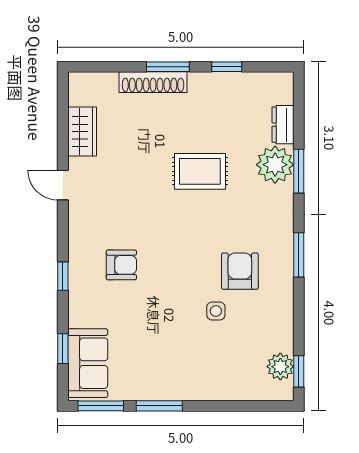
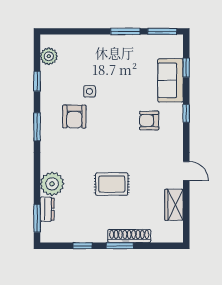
rug: (200, 171) -> (112, 184), moved
window: (299, 171) -> (37, 218), moved
sofa: (88, 363) -> (170, 80), moved
window: (299, 371) -> (37, 81), moved

